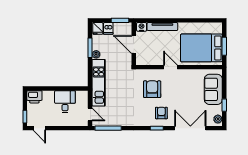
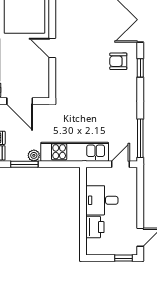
door: (134, 45) -> (20, 101), hinge flipped
door: (171, 67) -> (52, 48), hinge flipped
armchair: (152, 89) -> (84, 75), removed
printer: (34, 97) -> (95, 227), moved

